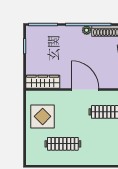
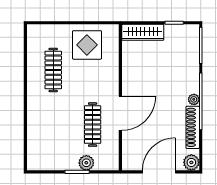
wardrobe: (43, 82) -> (143, 32), moved, turned 90
door: (85, 89) -> (120, 113), moved

